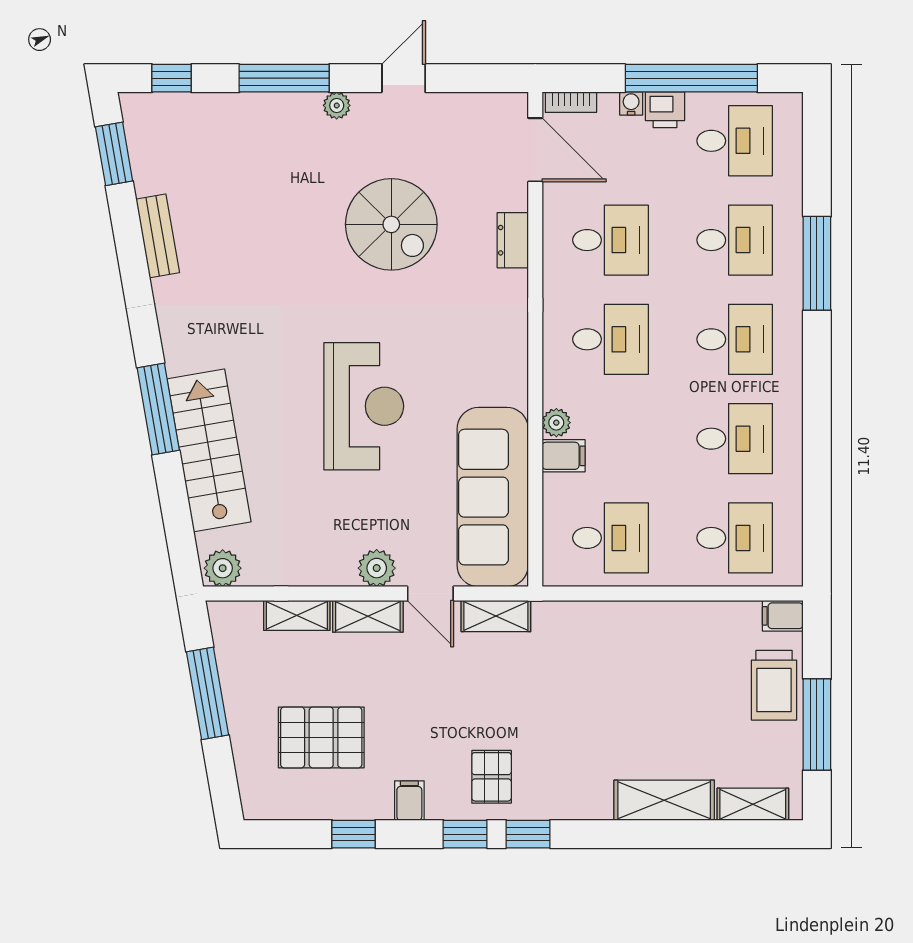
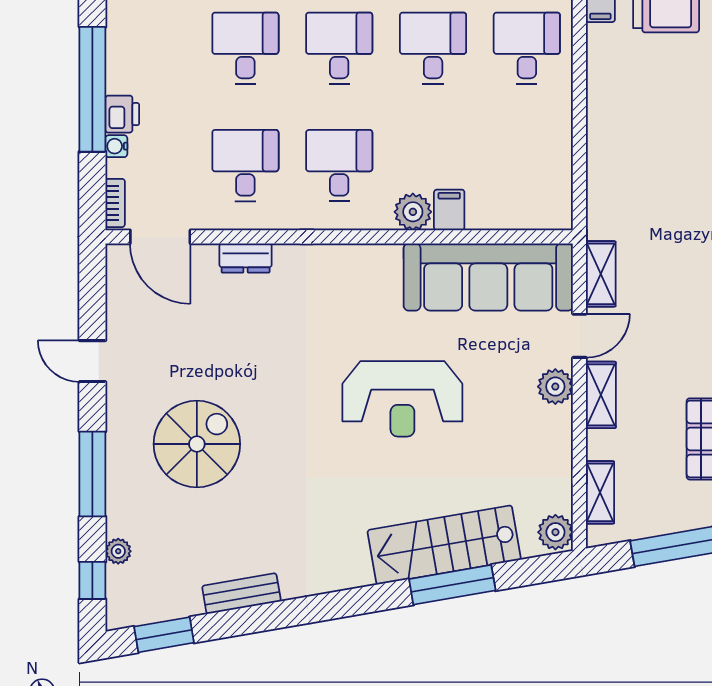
plant: (337, 105) -> (118, 551), moved
desk: (735, 141) -> (152, 48), removed
door: (535, 150) -> (160, 237), swing flipped
spiral stairs: (391, 224) -> (197, 444), moved
reception desk: (364, 406) -> (402, 399), turned 180
window: (158, 409) -> (452, 585), moved
plant: (556, 423) -> (413, 212), width x1.38, depth x1.38
desk: (610, 538) -> (527, 166), removed
shelving: (297, 615) -> (600, 492), moved

